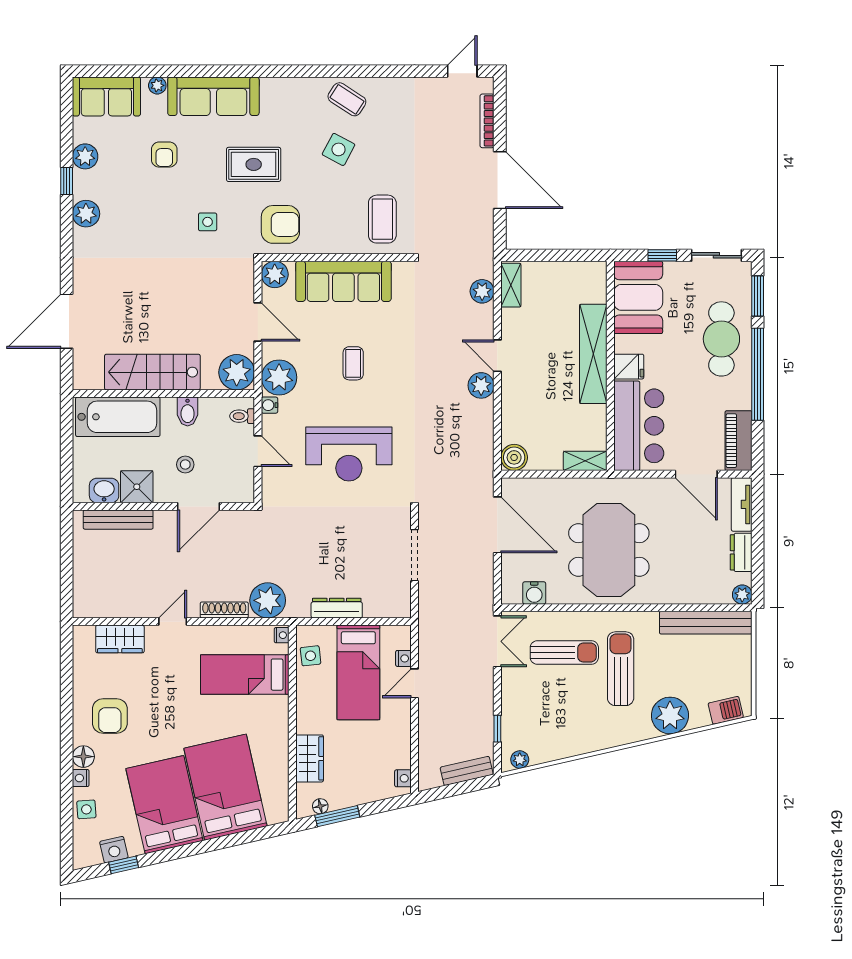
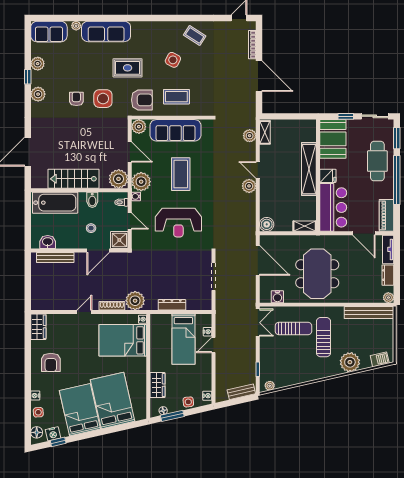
coffee table: (347, 99) -> (195, 35), moved
armchair: (164, 155) -> (76, 99), moved, turned 180
coffee table: (382, 219) -> (176, 97), moved, turned 90
side table: (208, 222) -> (103, 99), width x1.87, depth x1.87
coffee table: (353, 363) -> (181, 174), width x1.86, depth x1.72
shower: (137, 487) -> (119, 240), moved
wardrobe: (120, 639) -> (38, 327), moved, turned -90
side table: (311, 656) -> (188, 402), moved
bed: (245, 675) -> (123, 340), width x1.50
floor lamp: (83, 757) -> (37, 432), moved

